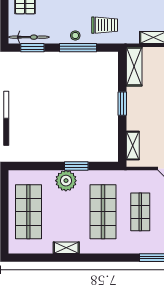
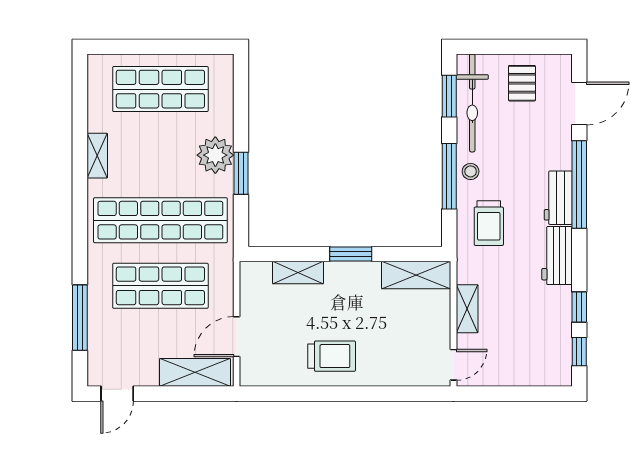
bicycle: (29, 37) -> (472, 103), width x1.37, depth x1.40
shelving: (133, 146) -> (298, 273), moved
shop shelf: (103, 212) -> (160, 220), width x1.40
shop shelf: (140, 212) -> (160, 286), width x1.43, depth x1.36

